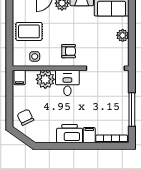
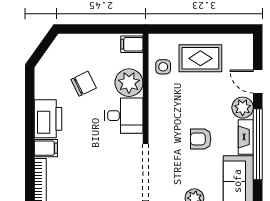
rug: (29, 31) -> (200, 58), turned 90
armchair: (69, 51) -> (201, 139), moved, turned 90
chair: (25, 117) -> (84, 84), moved

